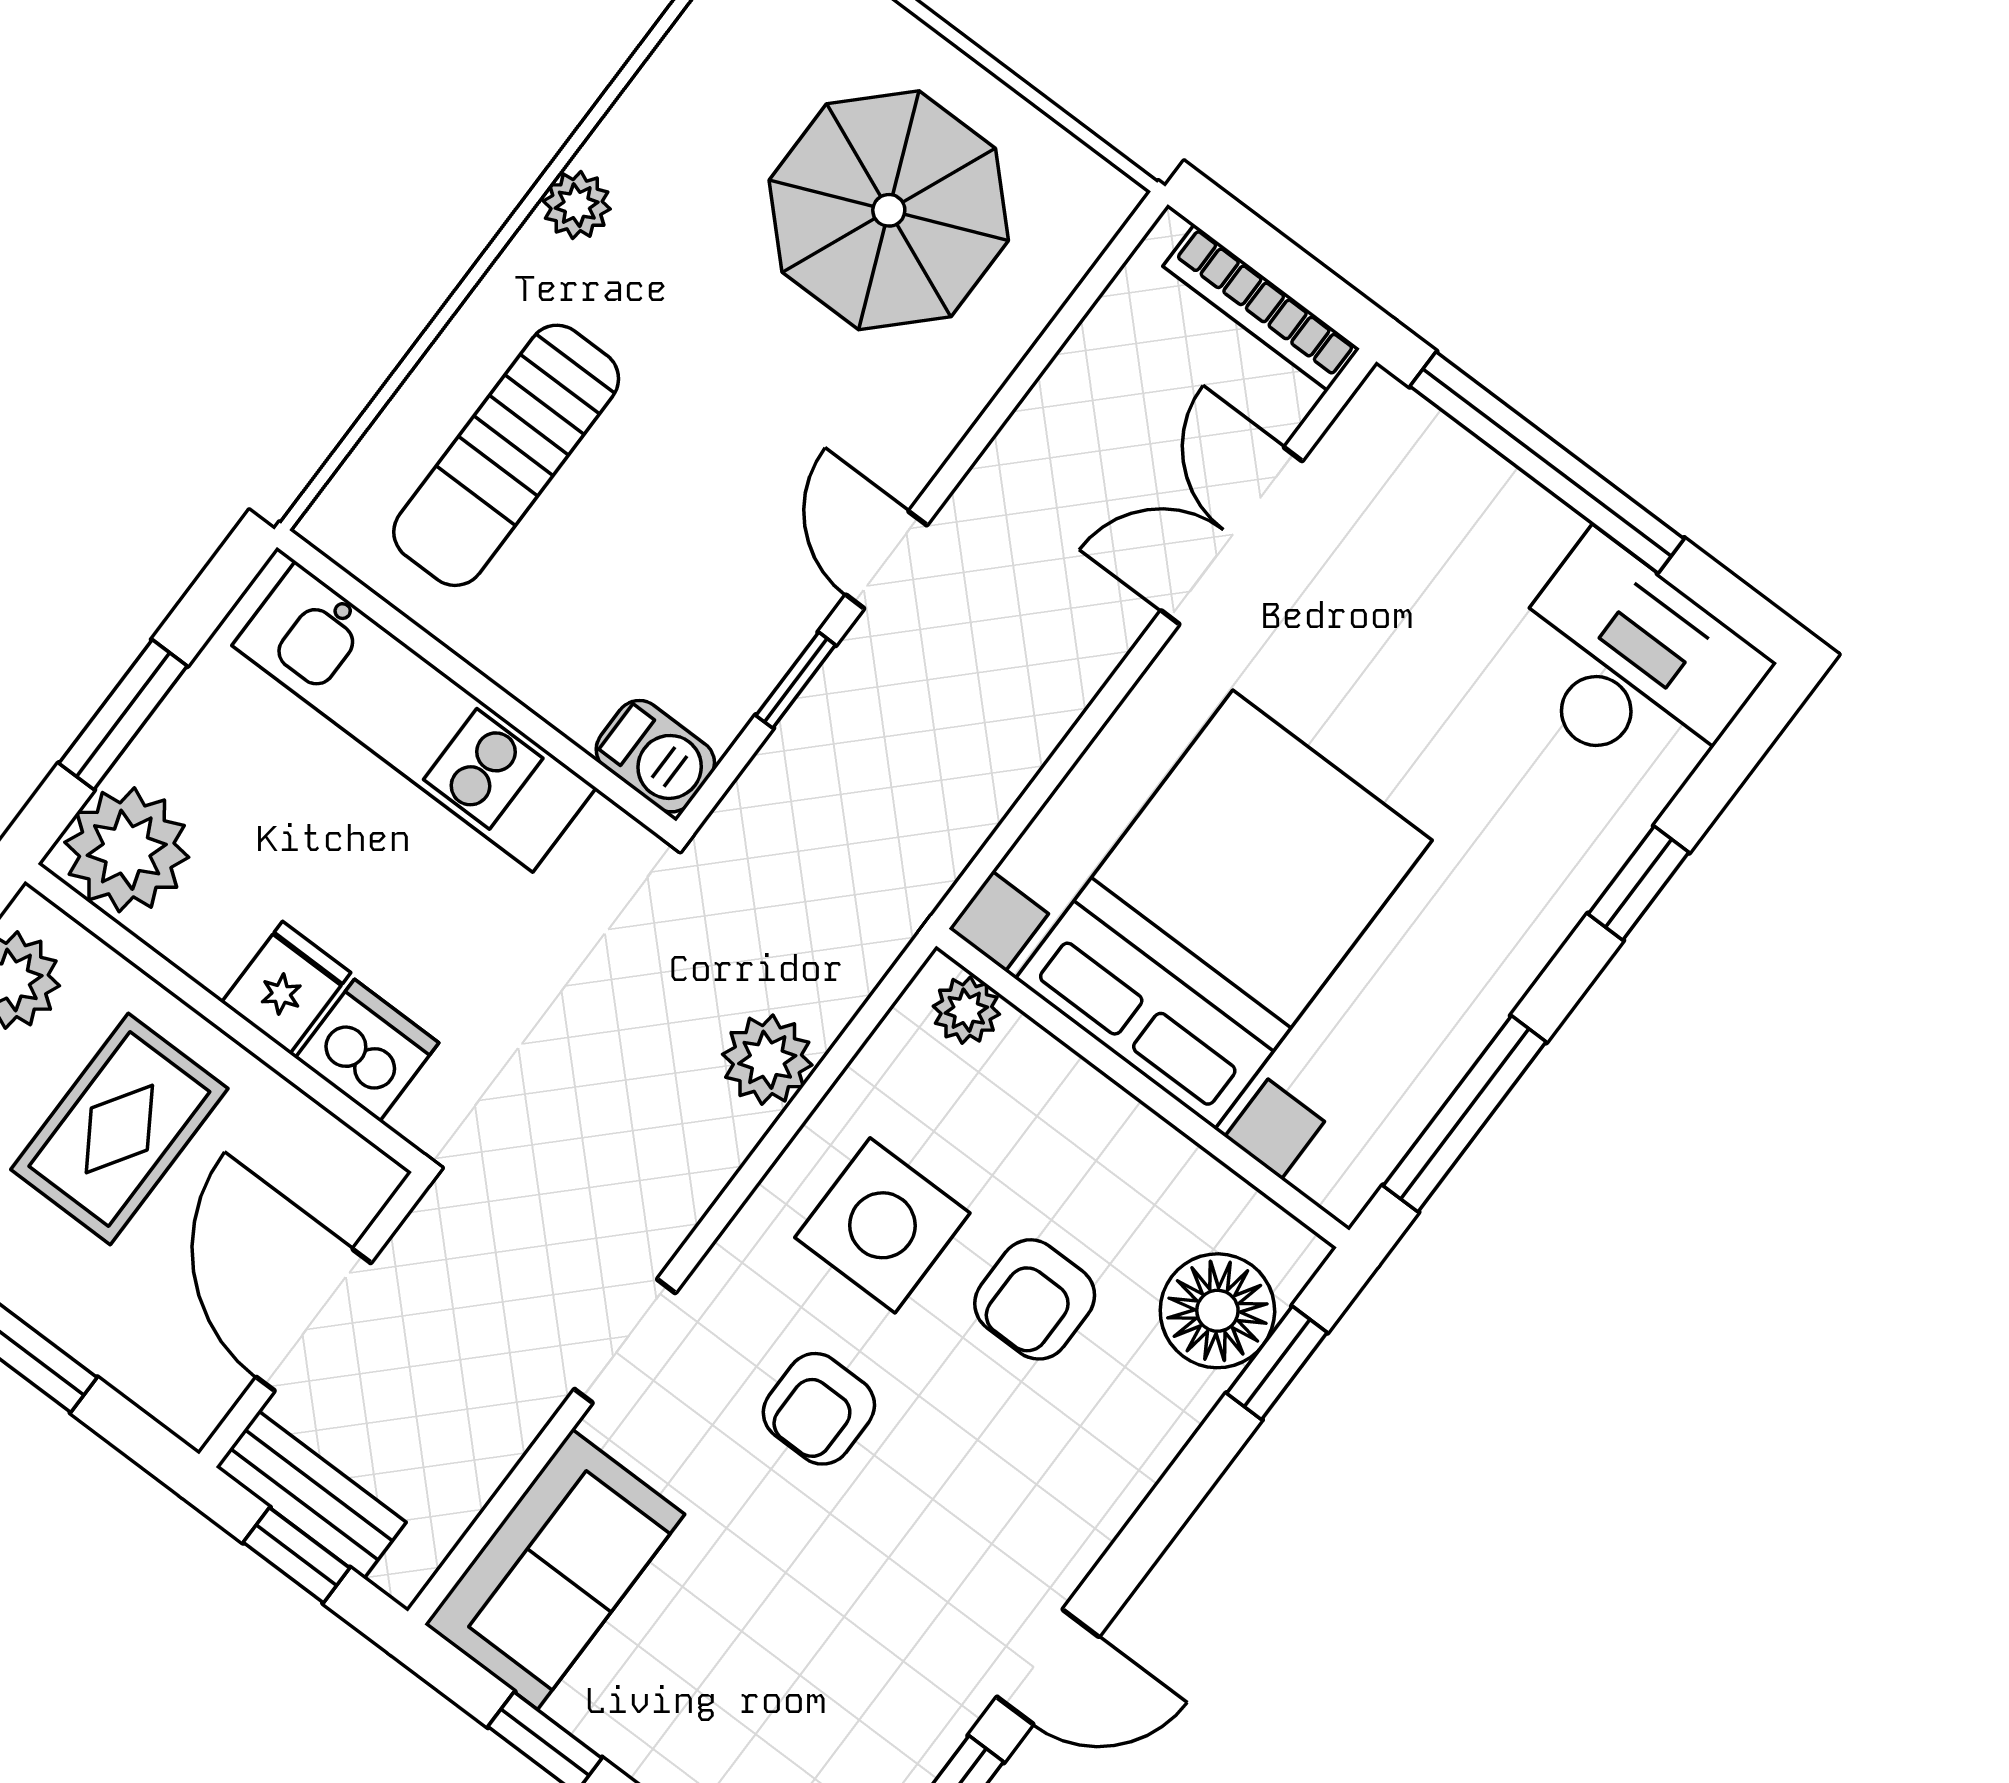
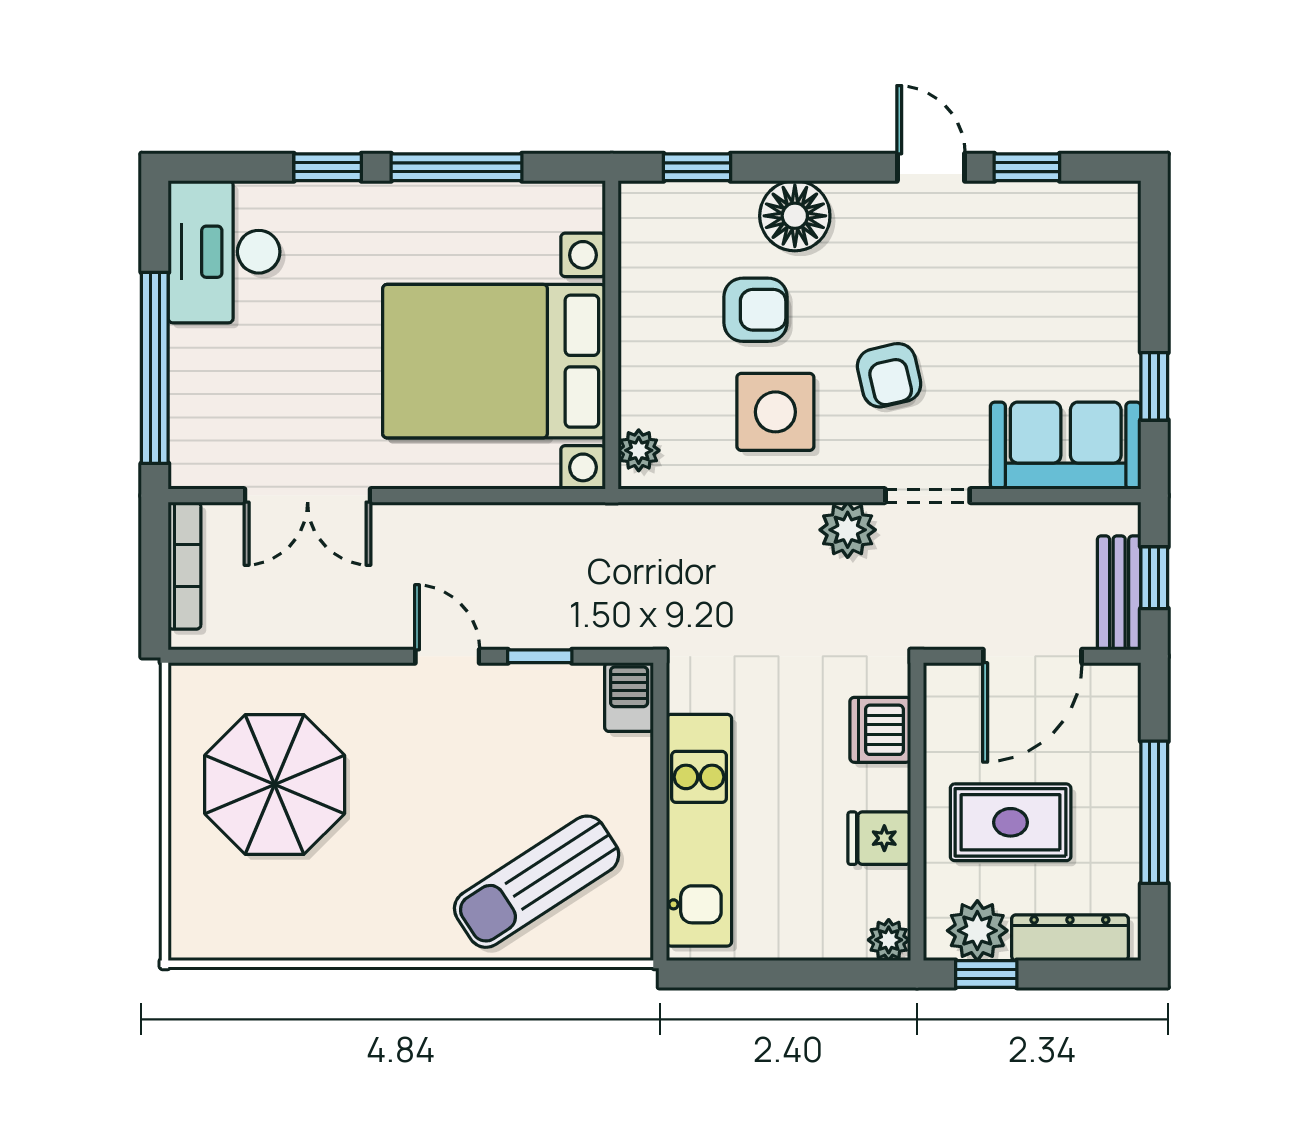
plant: (577, 205) -> (388, 940), removed
sun lounger: (506, 455) -> (537, 882), turned 147
door: (886, 560) -> (447, 656), swing flipped
window: (123, 715) -> (806, 974), removed
plant: (127, 850) -> (889, 940), width x0.53, depth x0.53
fridge: (286, 987) -> (879, 838), moved
plant: (767, 1060) -> (848, 530), moved
window: (1465, 1114) -> (457, 167), moved
floor lamp: (1217, 1311) -> (795, 216), moved
armchair: (819, 1409) -> (889, 375), turned 77

